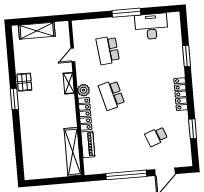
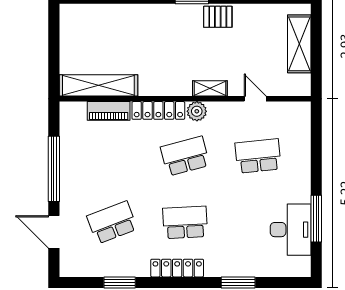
window: (126, 13) -> (316, 219), moved
school desk: (152, 92) -> (185, 222), added
school desk: (156, 136) -> (112, 222), width x1.85

